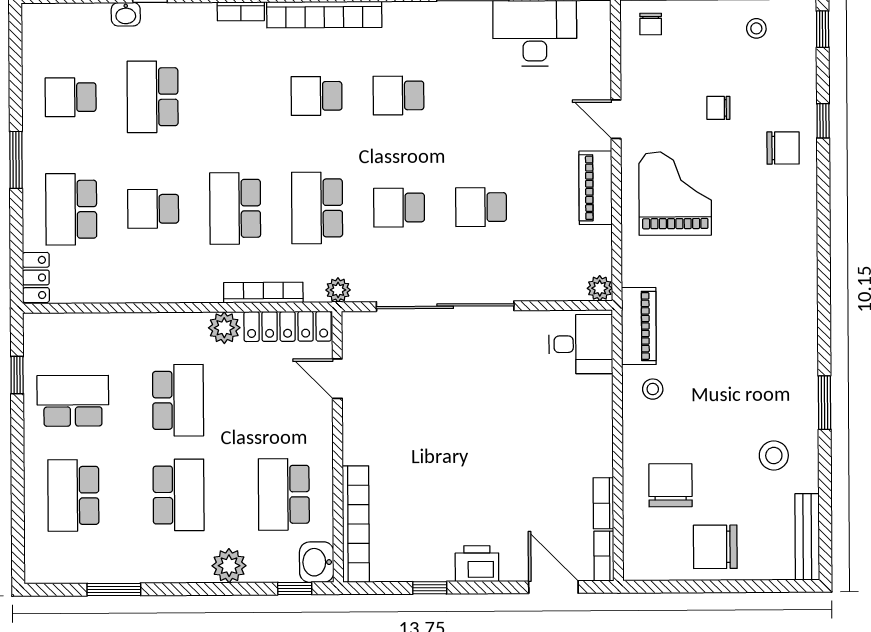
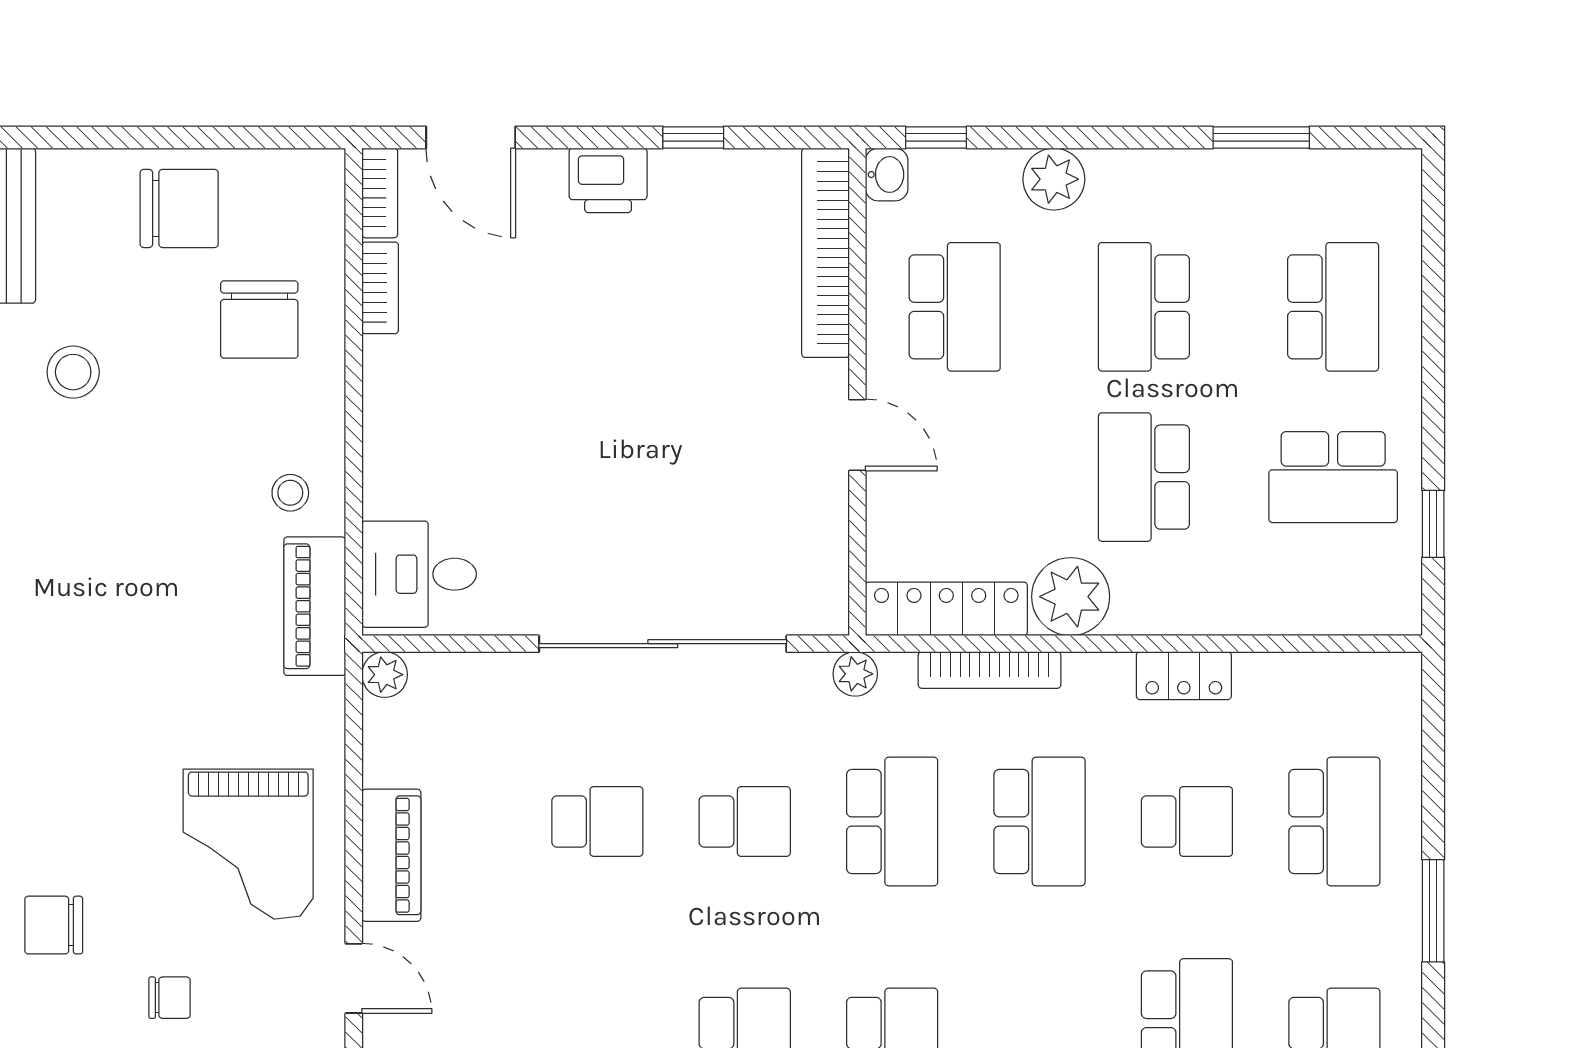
locker: (36, 277) -> (1184, 676), moved, turned -90
plant: (224, 328) -> (1071, 597), width x1.36, depth x1.36
door: (337, 379) -> (857, 435), moved
washbasin: (317, 562) -> (887, 175), width x0.72, depth x0.69

